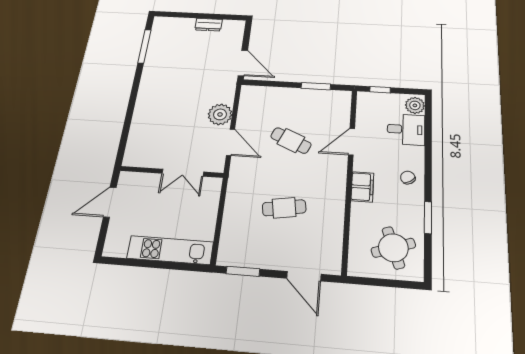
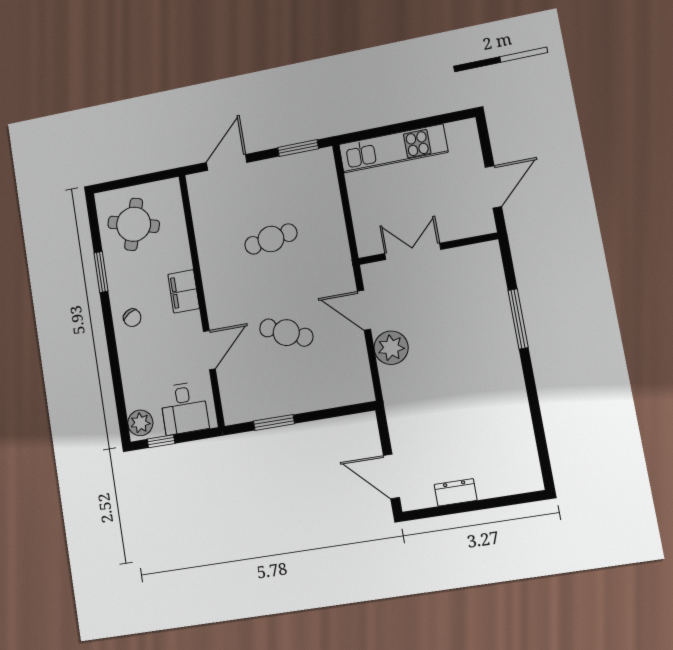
window: (144, 46) -> (518, 319), moved
door: (243, 63) -> (391, 476), moved
window: (380, 90) -> (161, 441), moved
desk: (406, 129) -> (184, 408), moved, turned -90
round table: (393, 248) -> (134, 224), turned 35
door: (304, 276) -> (227, 162), hinge flipped

